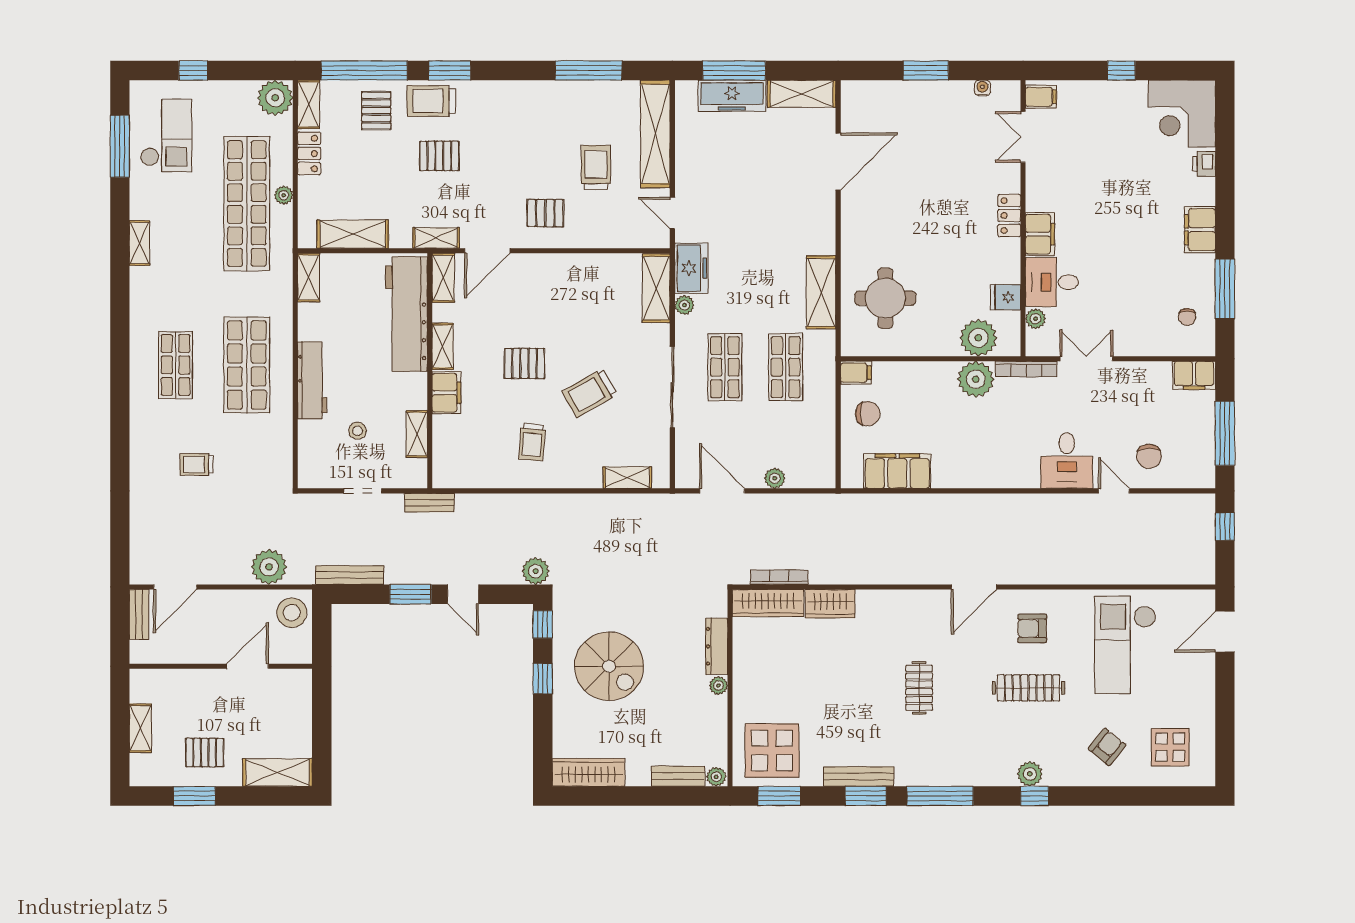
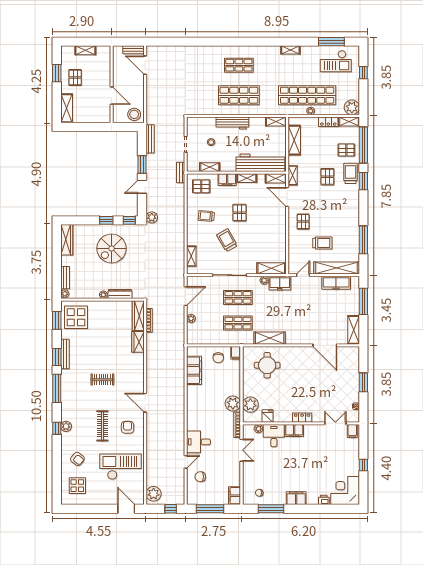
freezer: (732, 96) -> (336, 283), moved, turned -90
pallet: (462, 454) -> (201, 186), added
trolley: (196, 464) -> (197, 74), removed
plant: (269, 567) -> (154, 494), moved

